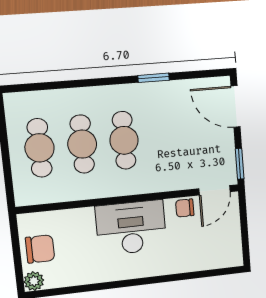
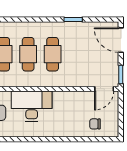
chair: (185, 208) -> (95, 124), moved
desk: (131, 228) -> (32, 106), moved

